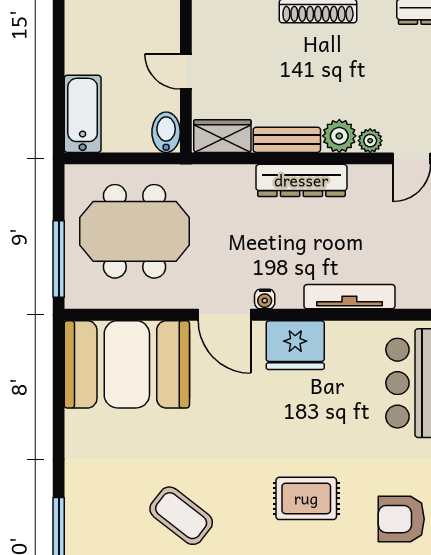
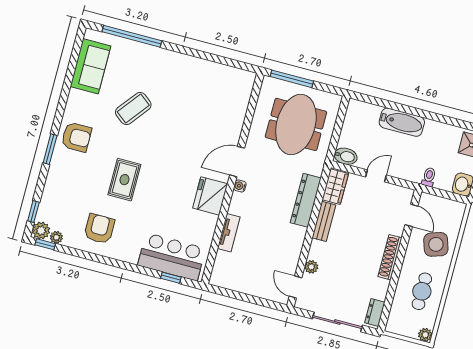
bathtub: (83, 114) -> (402, 122), moved
plant: (339, 136) -> (318, 251), removed
dresser: (301, 180) -> (306, 200), moved
tv unit: (349, 297) -> (229, 233), width x0.71
booth: (127, 364) -> (224, 101), removed

